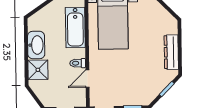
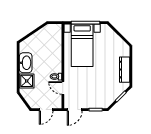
bathtub: (75, 27) -> (55, 50), removed
door: (87, 79) -> (63, 88), hinge flipped

